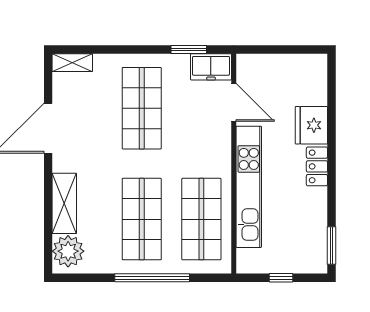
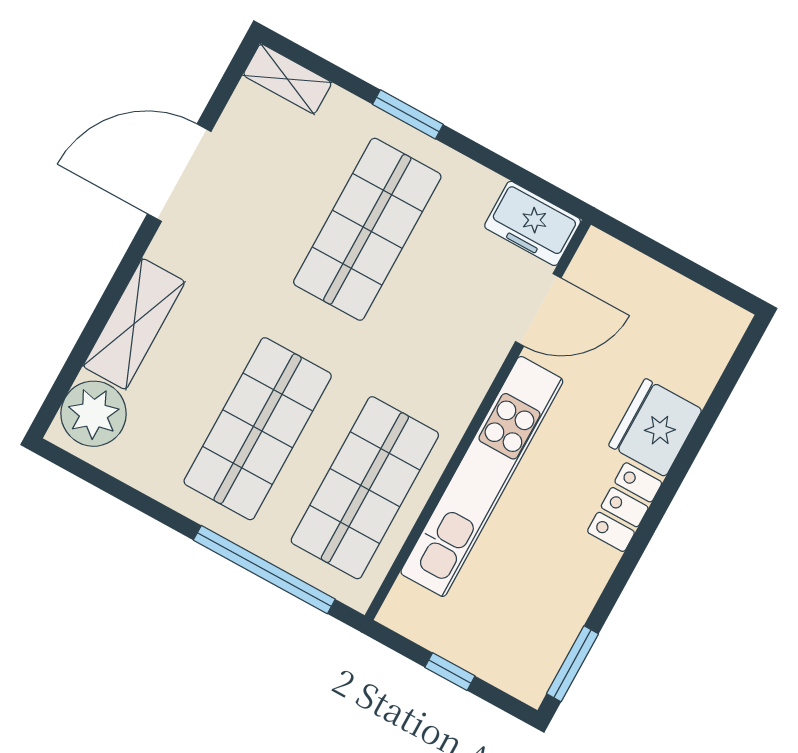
window: (189, 50) -> (408, 114), moved
door: (234, 102) -> (538, 310), hinge flipped
window: (152, 278) -> (264, 570), moved

